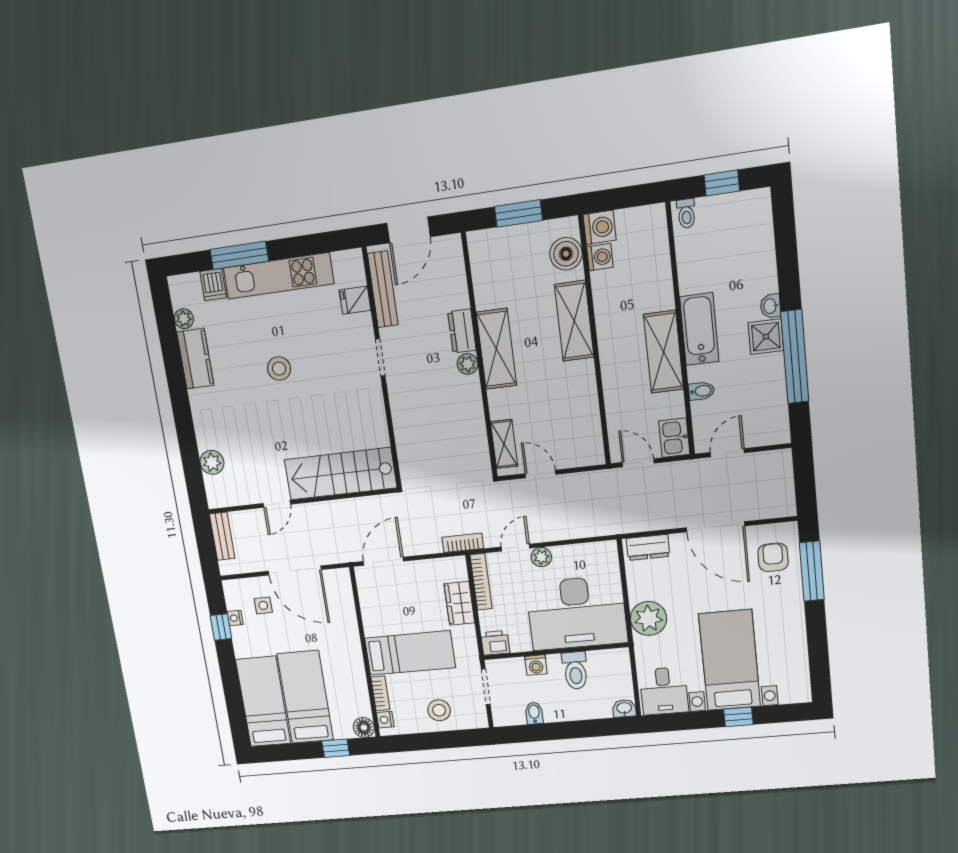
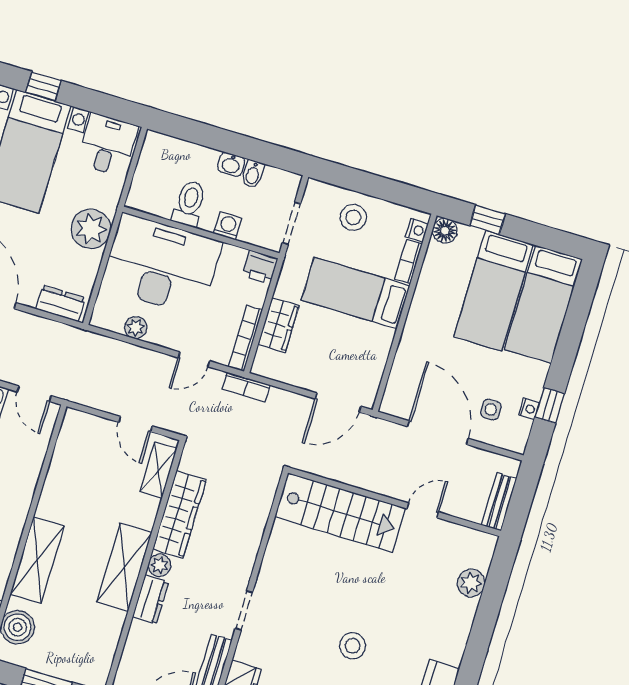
wardrobe: (470, 414) -> (179, 515), added
plant: (541, 557) -> (136, 328), moved
washbasin: (624, 708) -> (231, 164), moved

